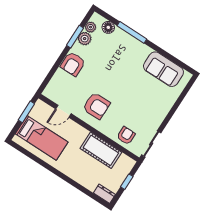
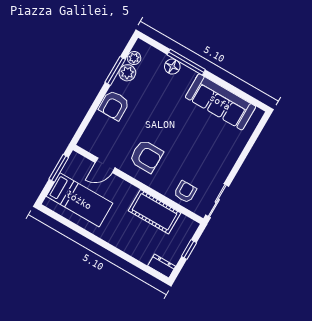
floor lamp: (108, 27) -> (172, 67), moved
sofa: (163, 69) -> (220, 102), width x1.36

